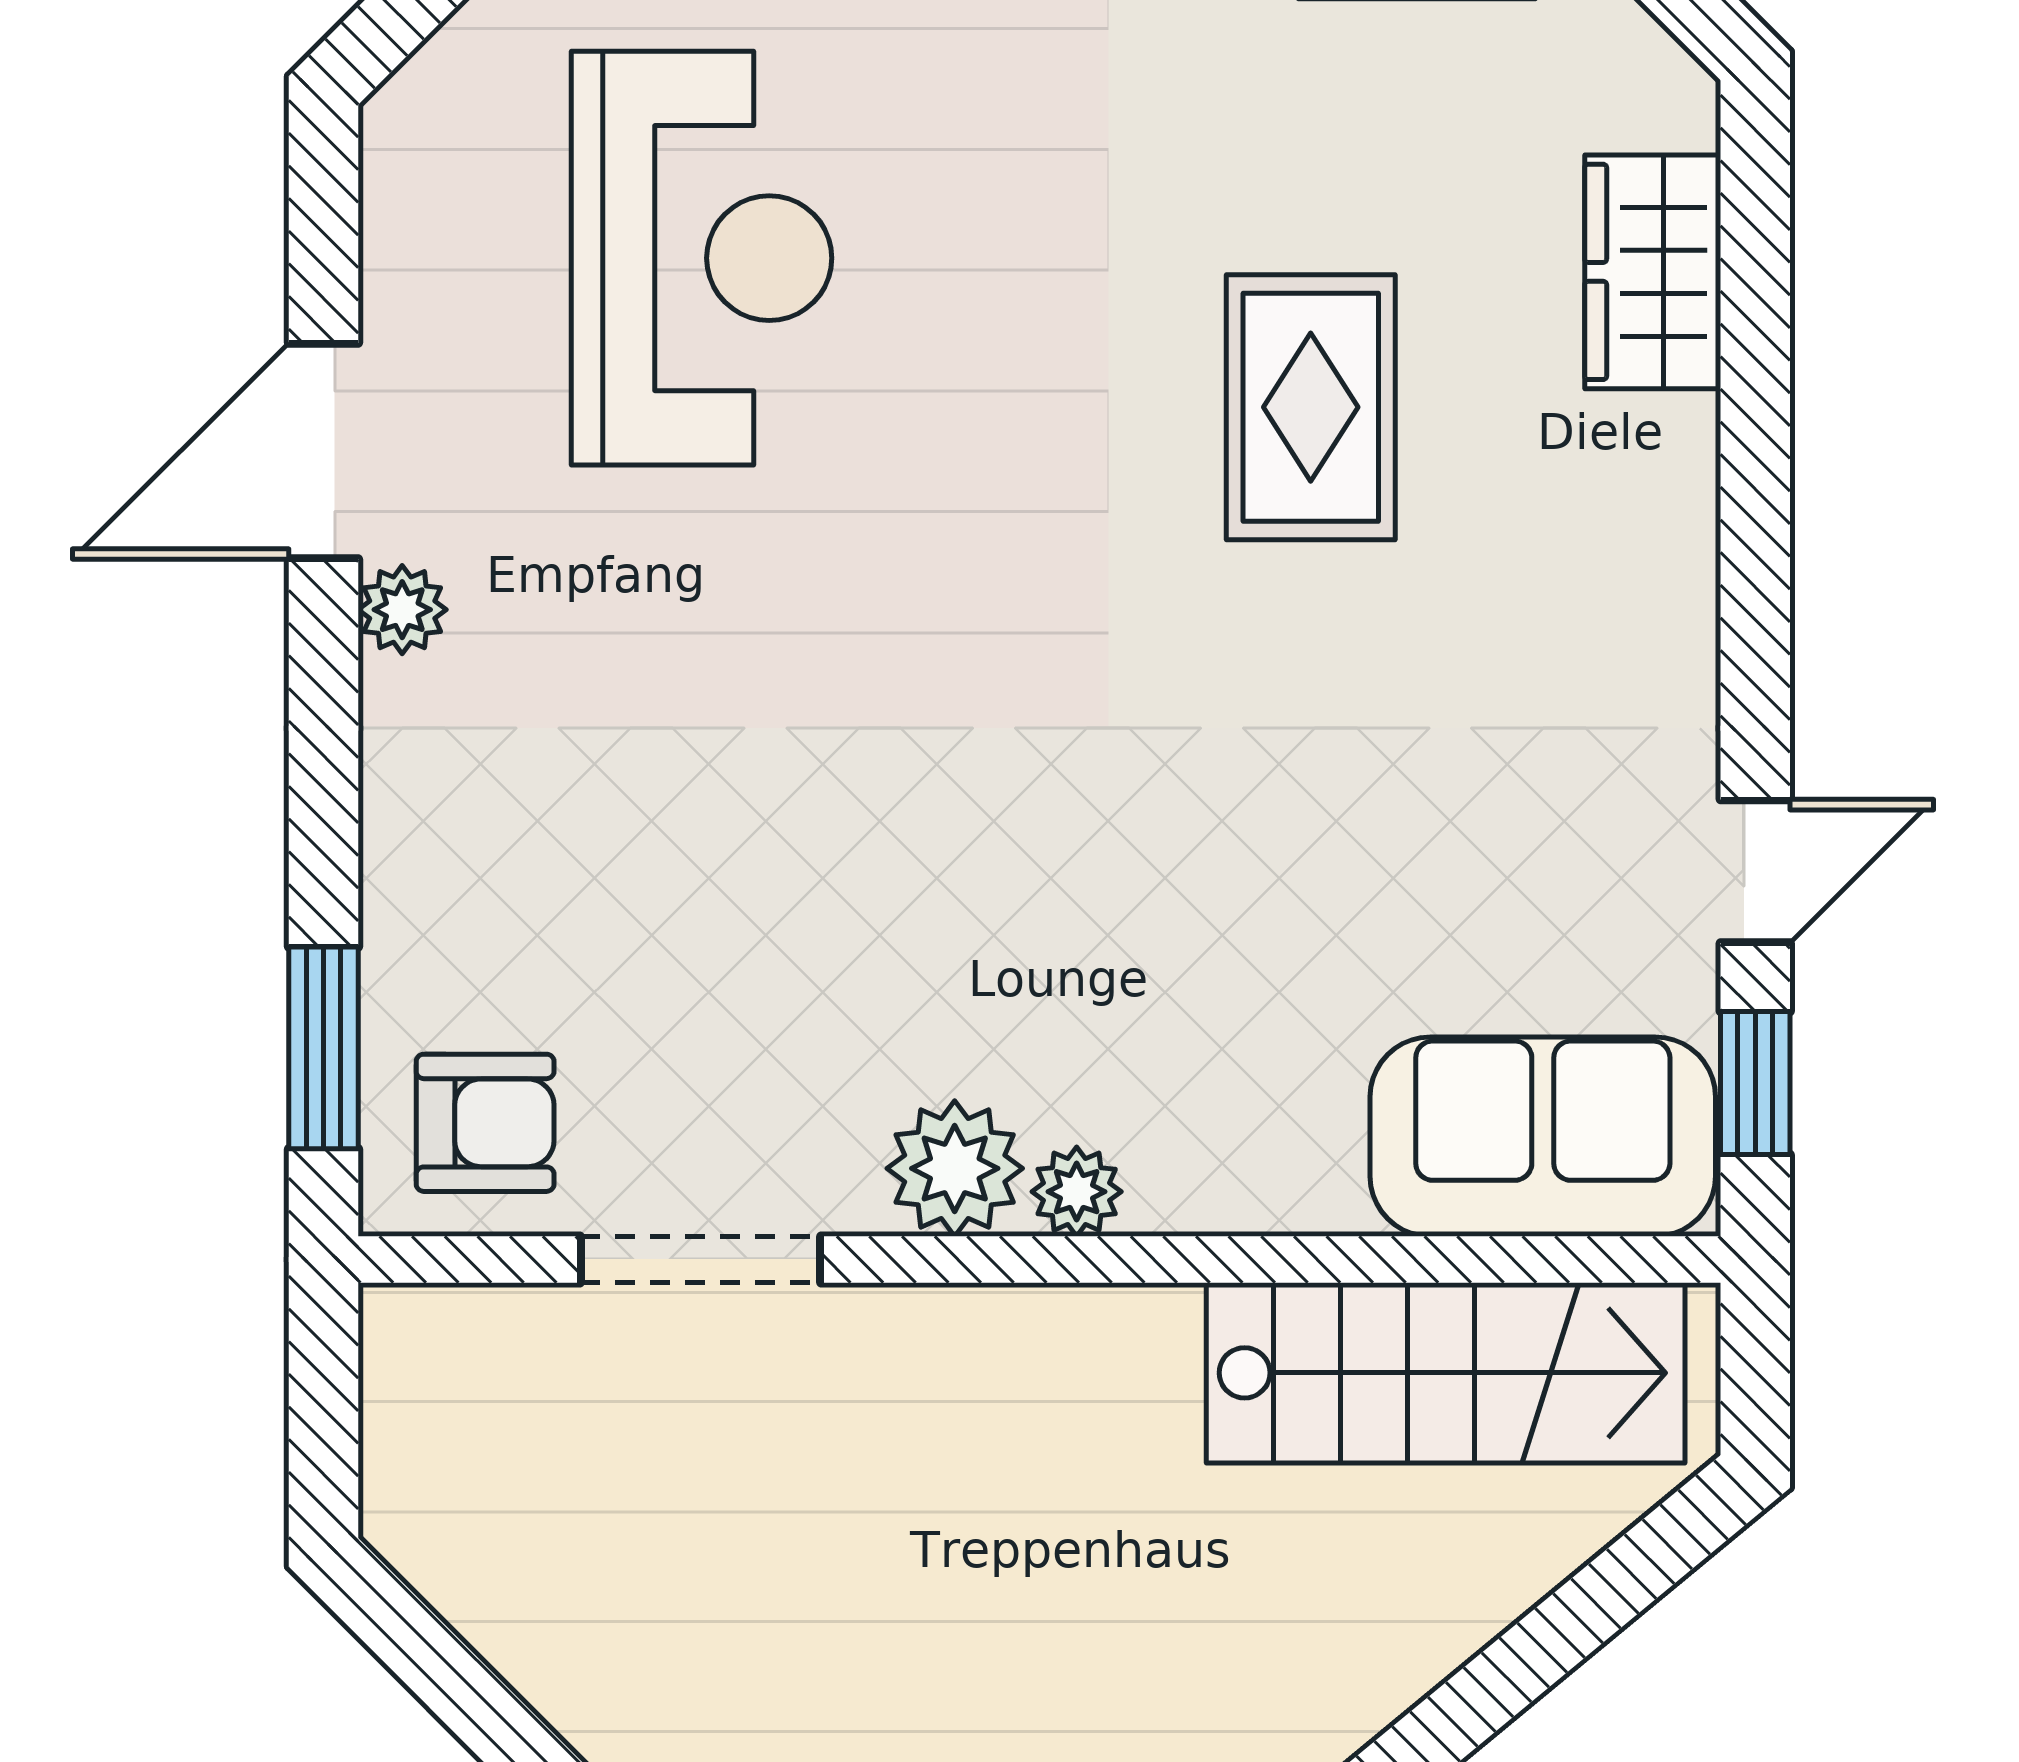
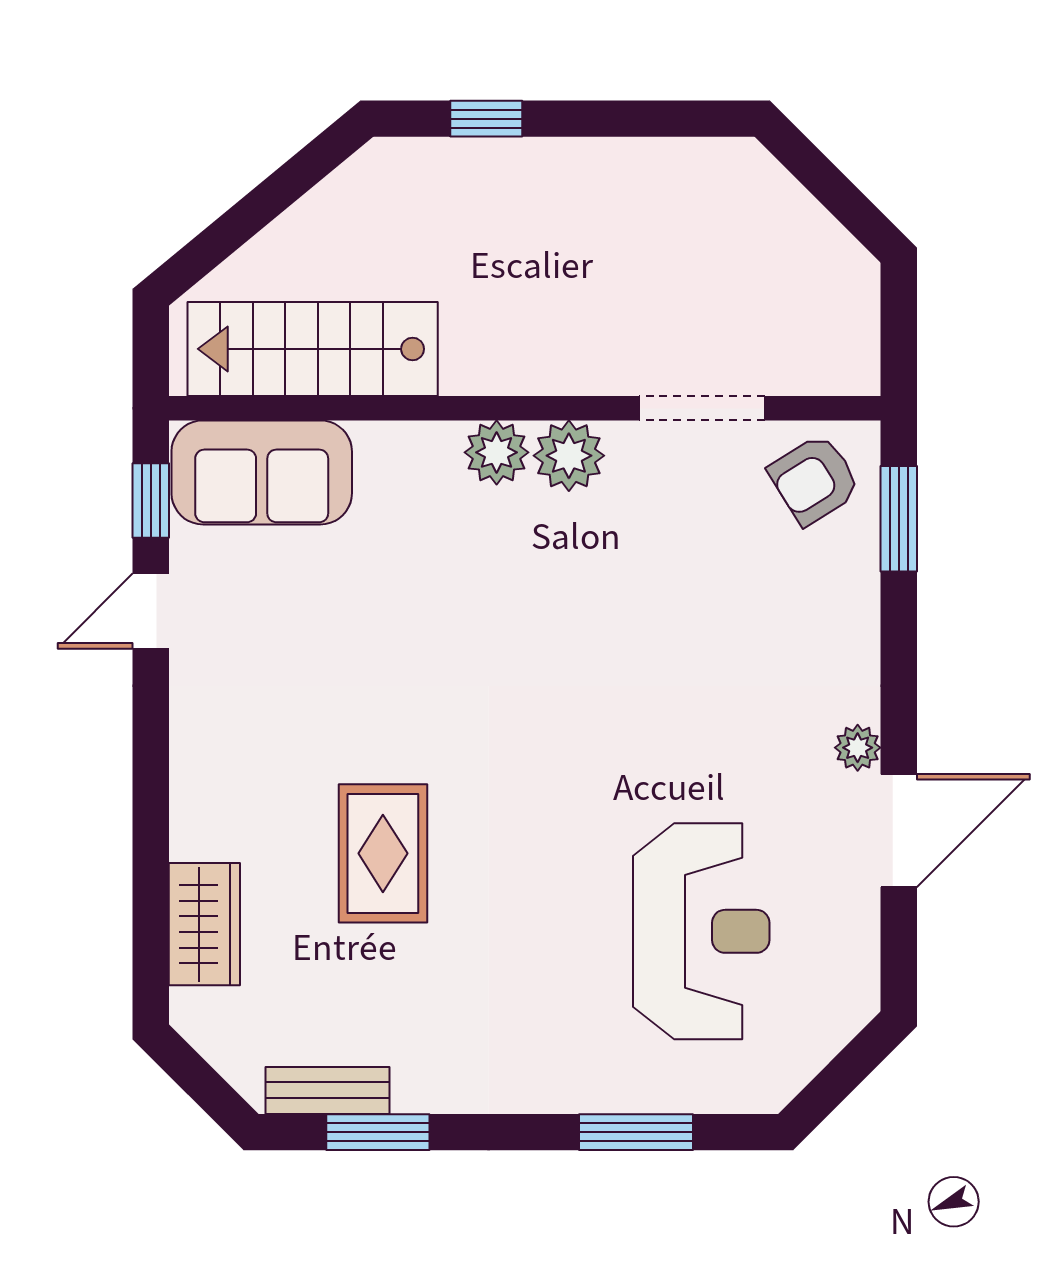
reception desk: (702, 258) -> (701, 931), turned 180
armchair: (485, 1123) -> (814, 480), turned -32
plant: (1077, 1192) -> (497, 452), width x1.38, depth x1.38

